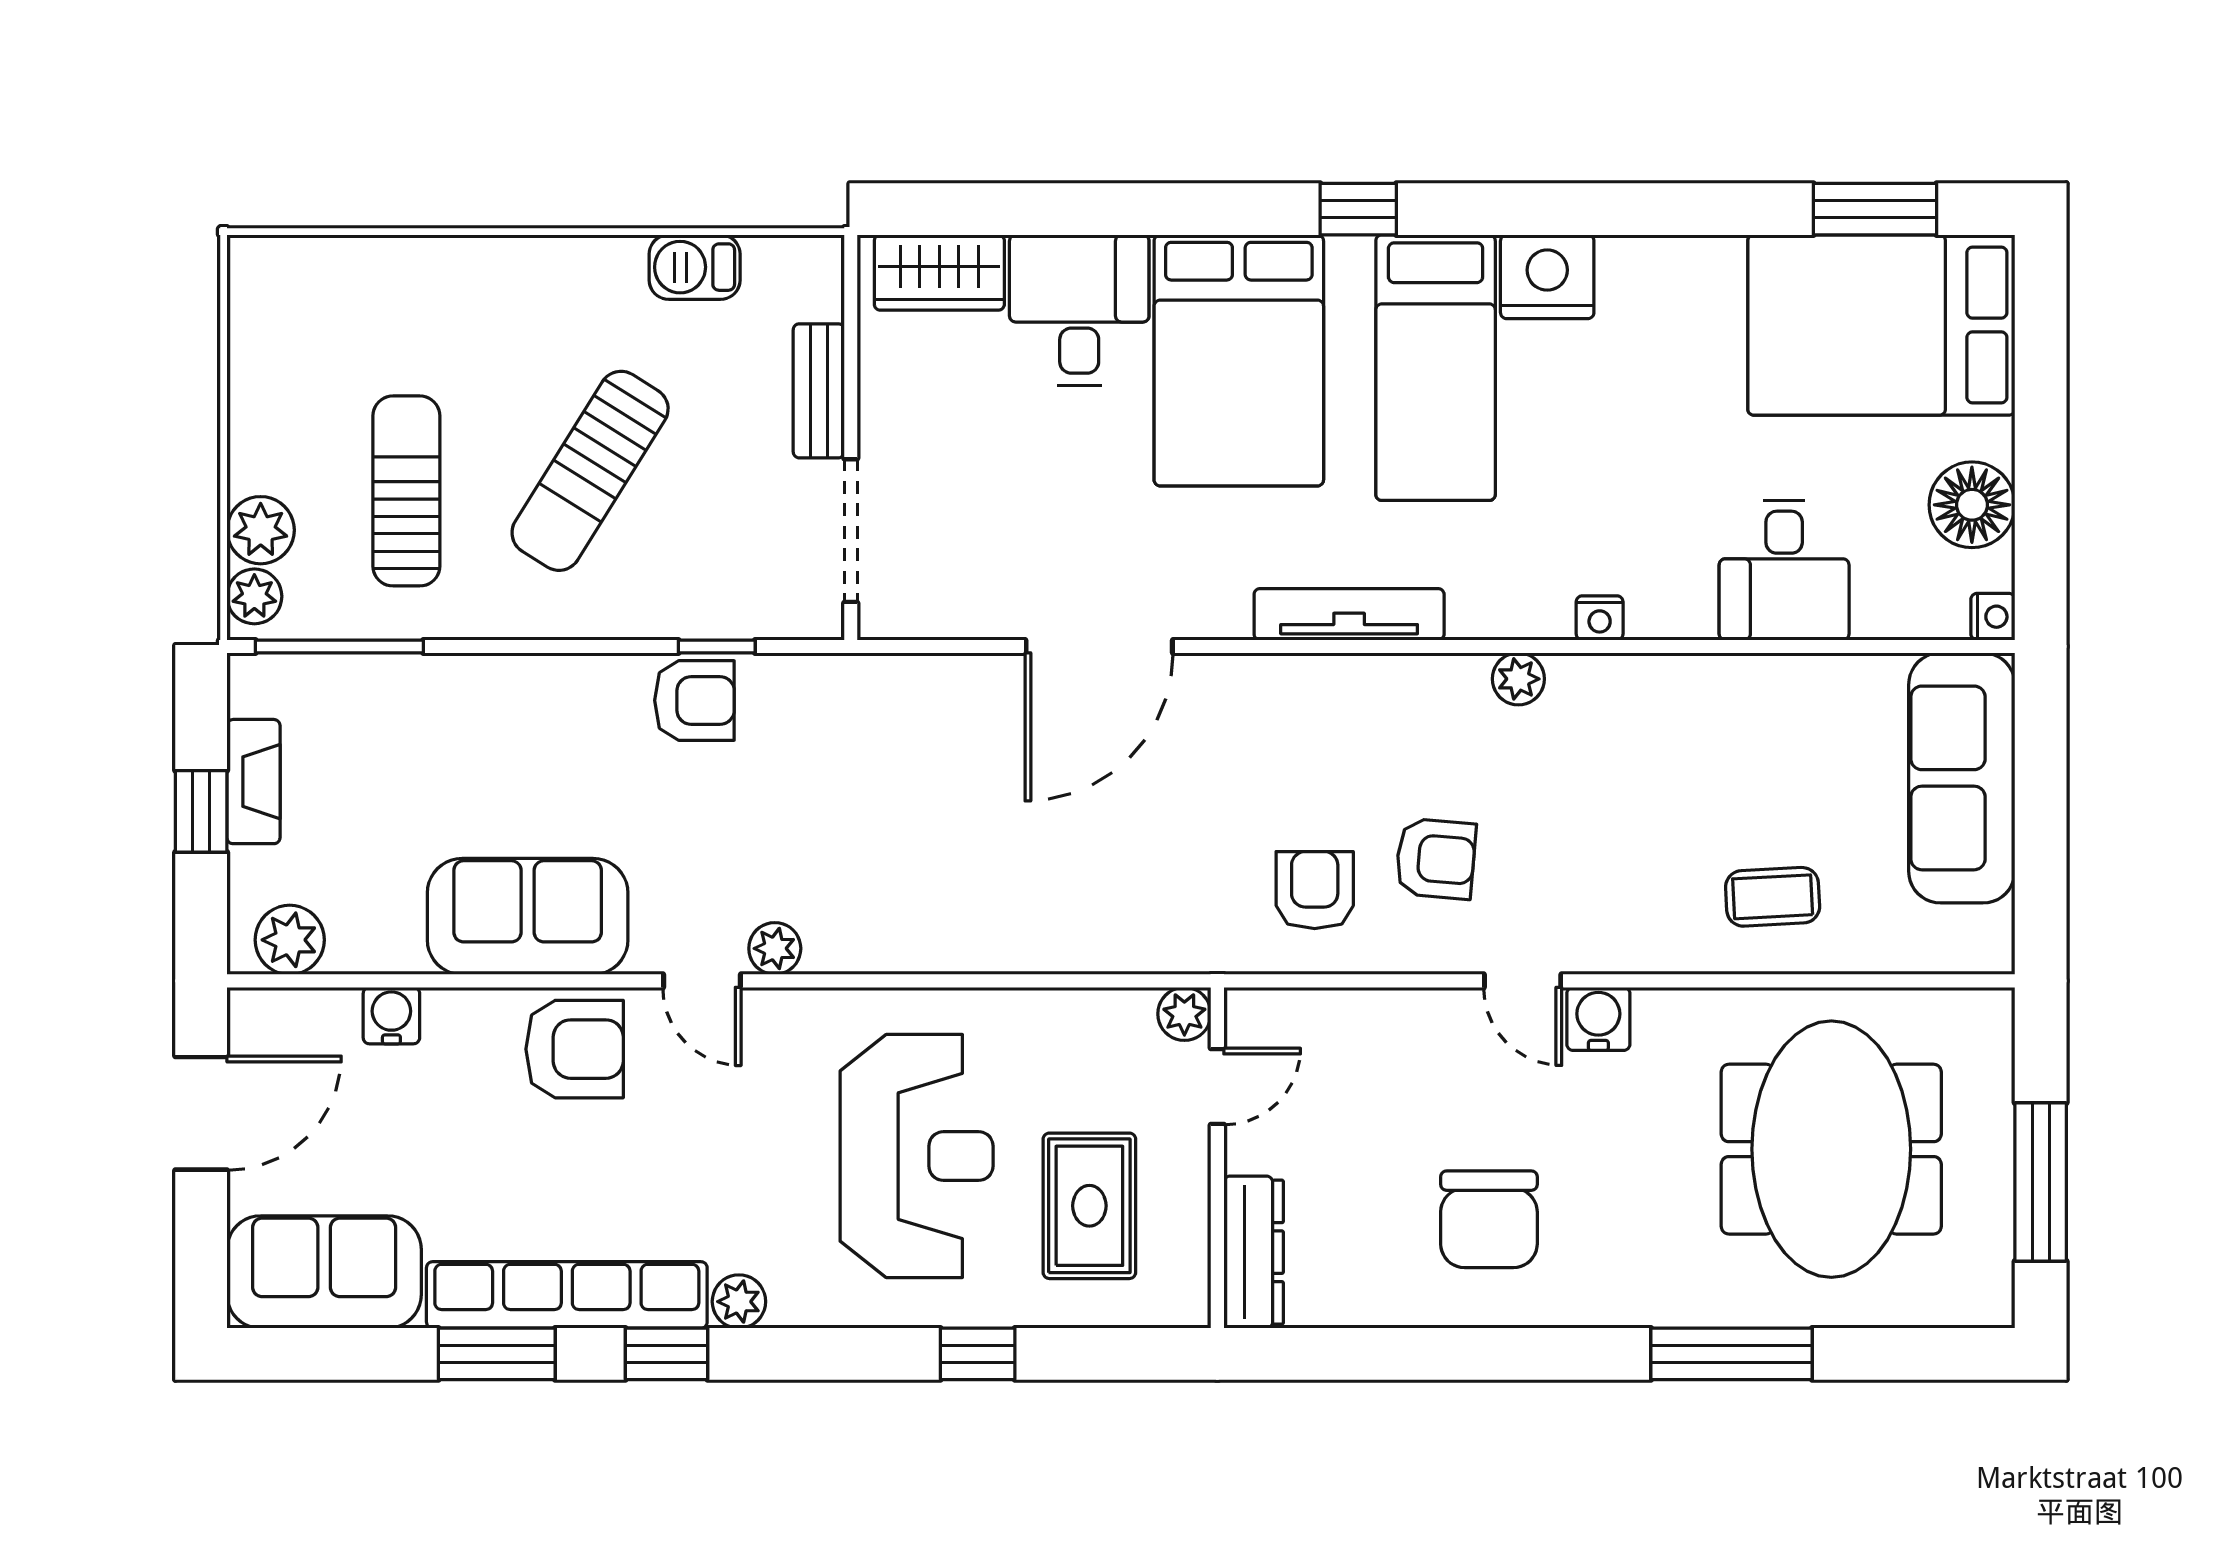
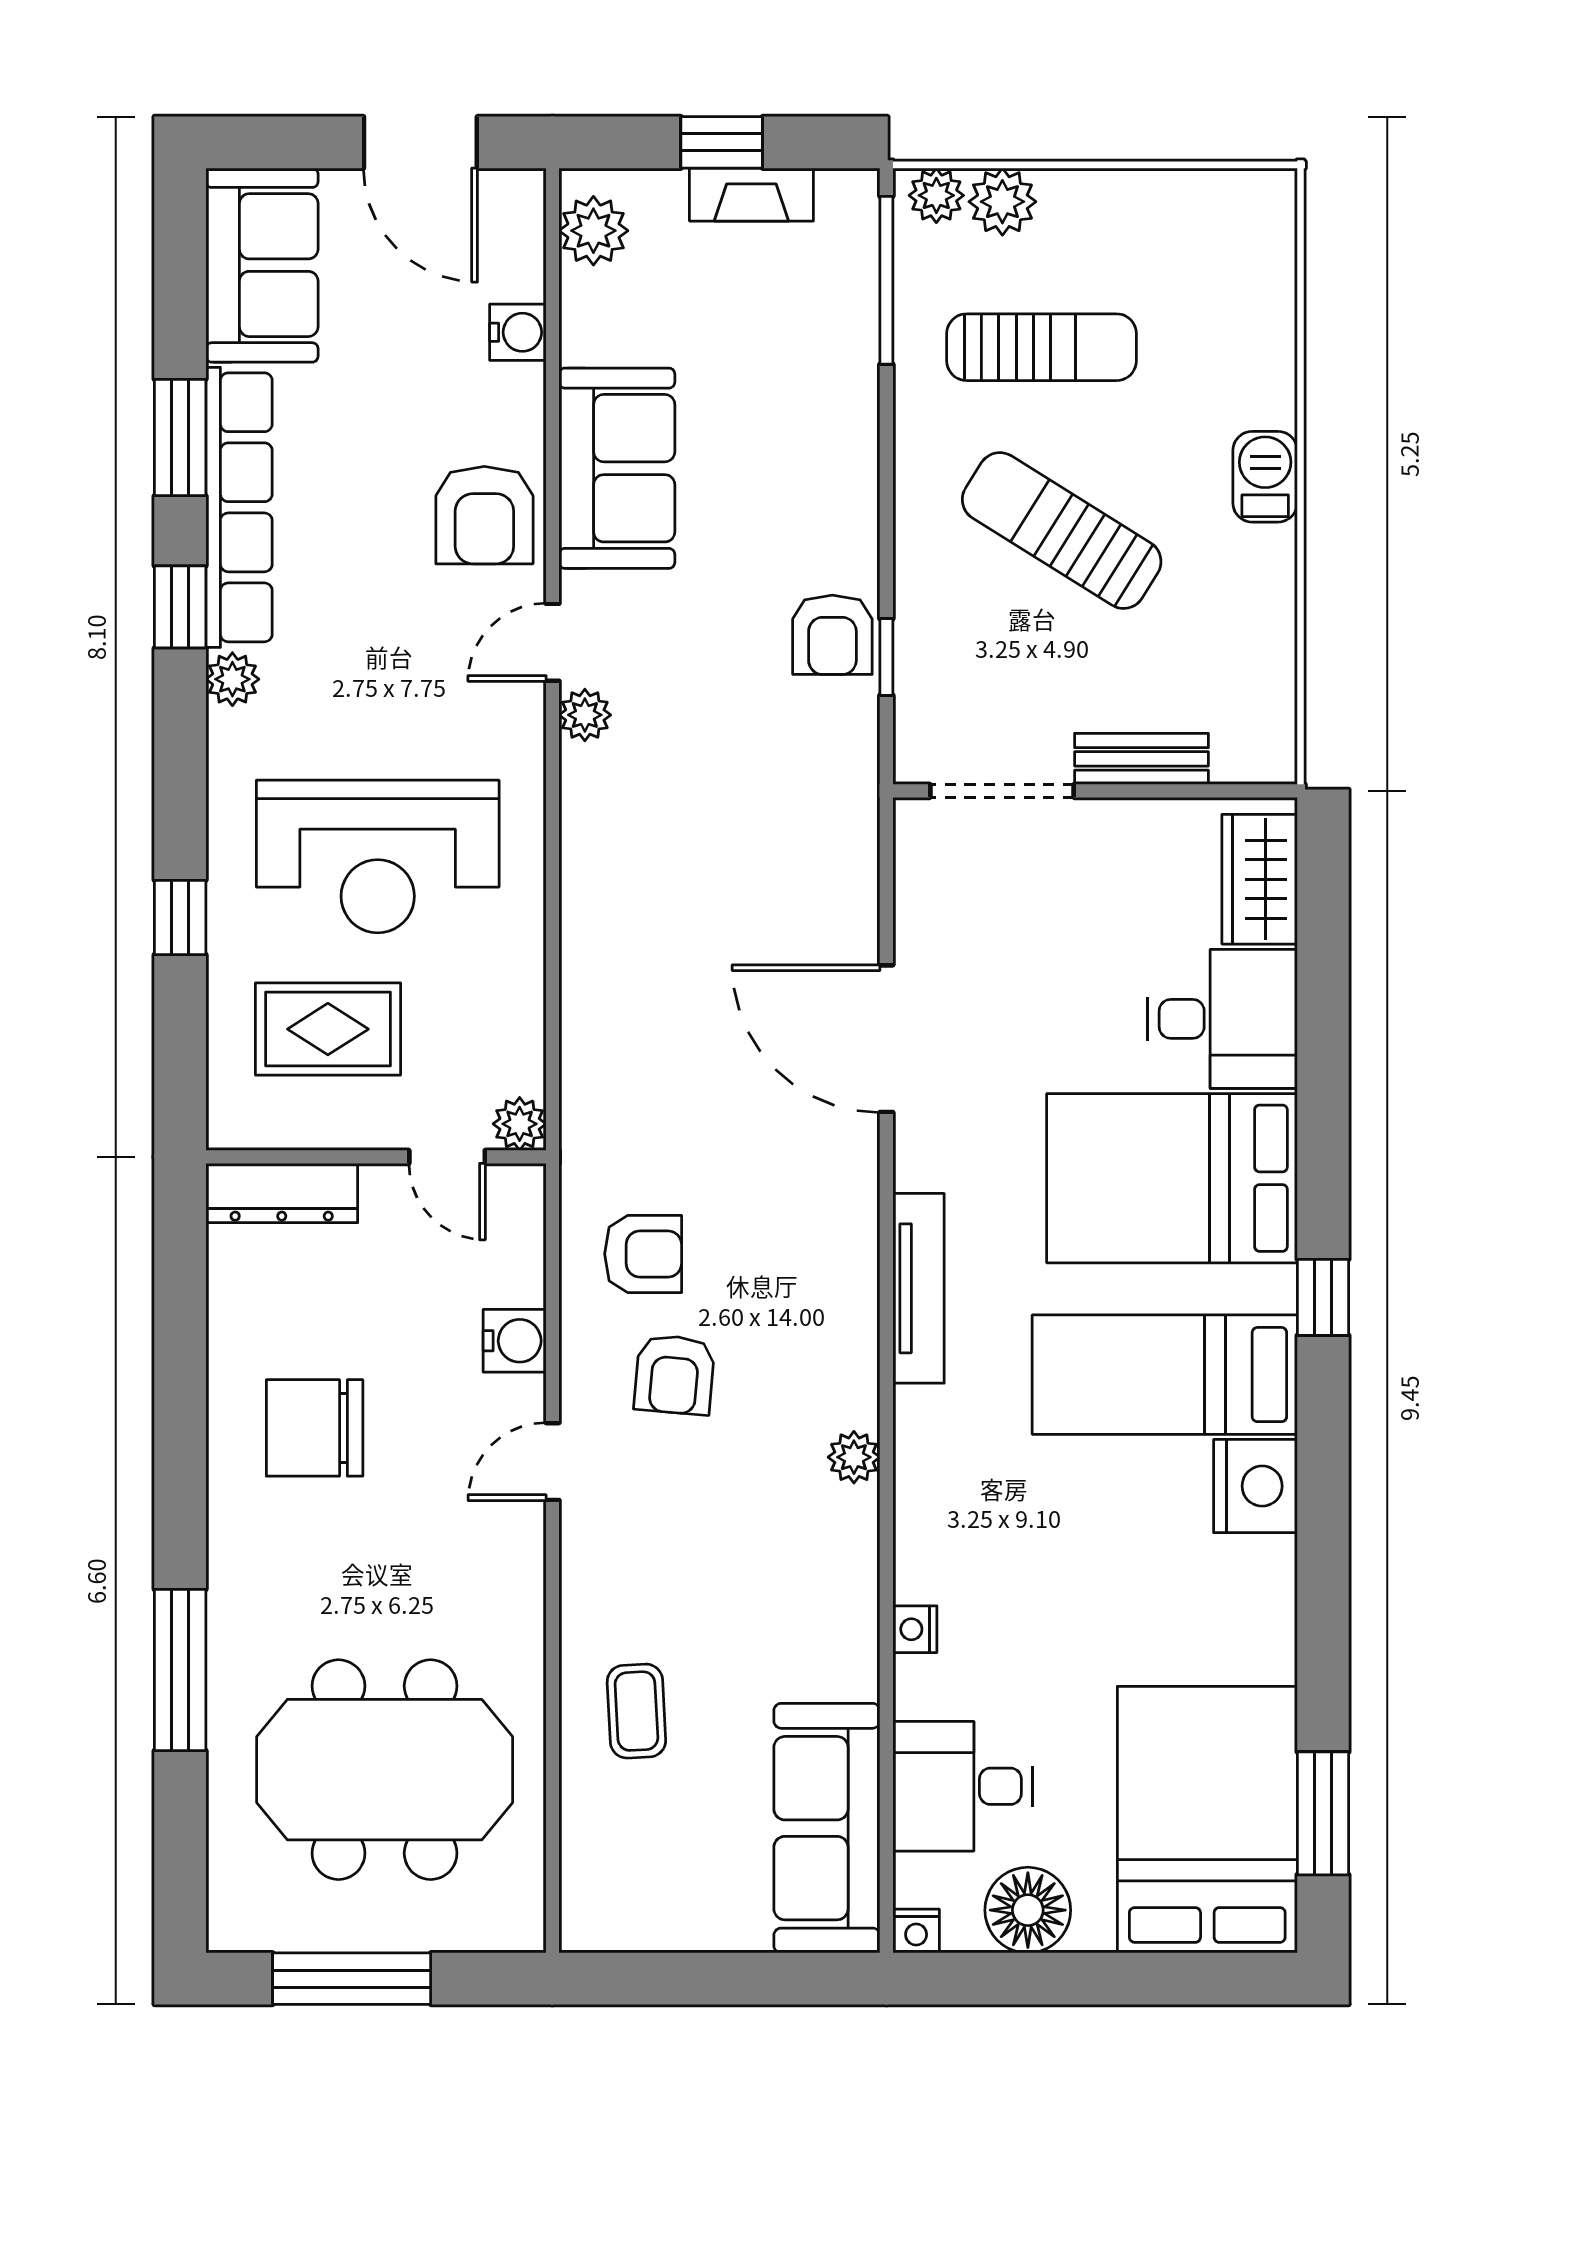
barbecue: (695, 267) -> (1265, 477), moved
desk: (1784, 570) -> (963, 1786), moved
nightstand: (1600, 618) -> (915, 1629), moved
sofa: (1962, 778) -> (827, 1828), moved, turned -90
water cooler: (1598, 1019) -> (515, 1341), moved

